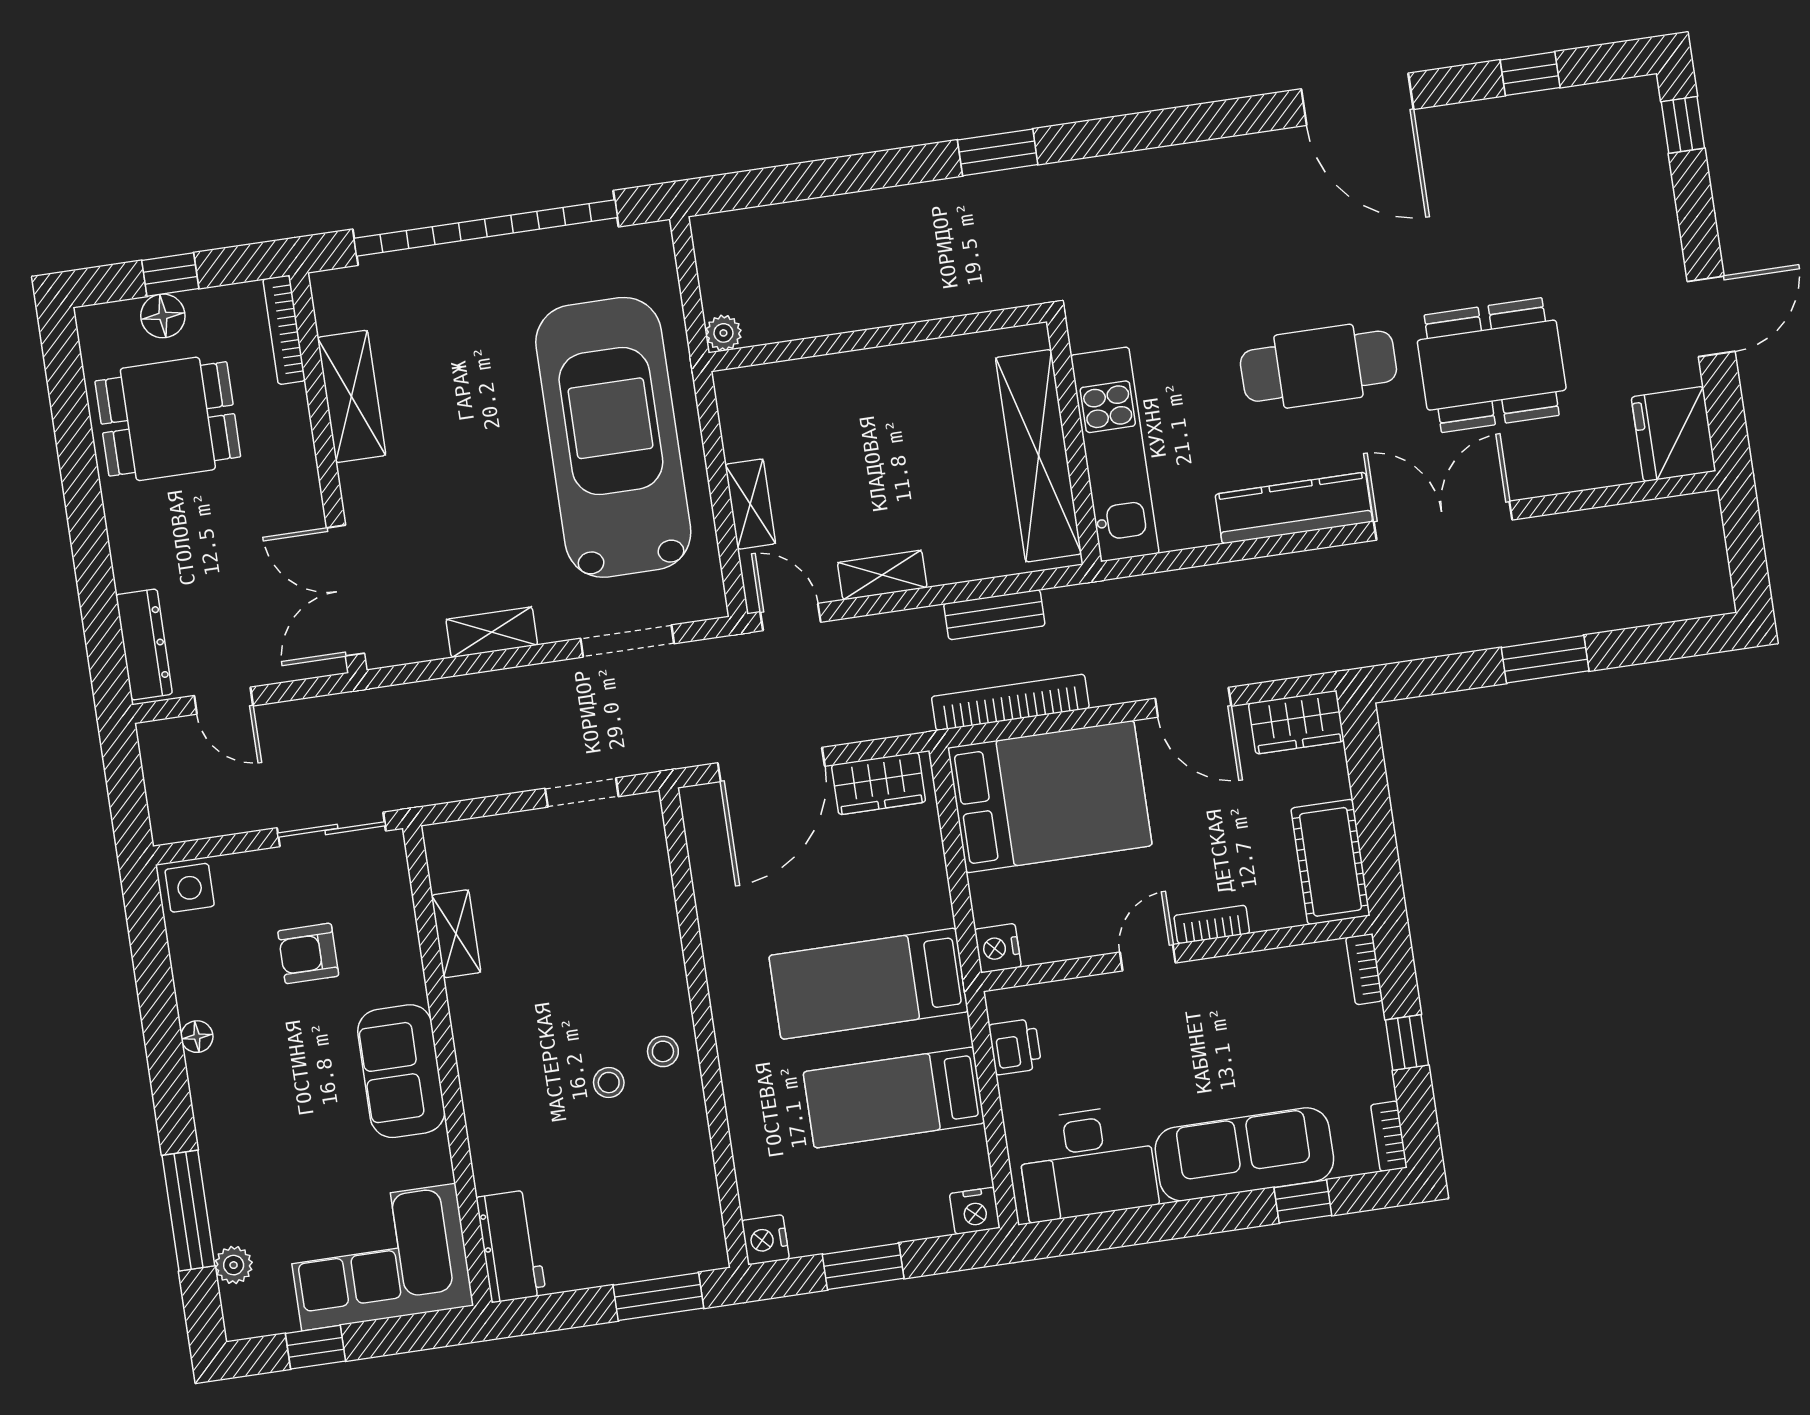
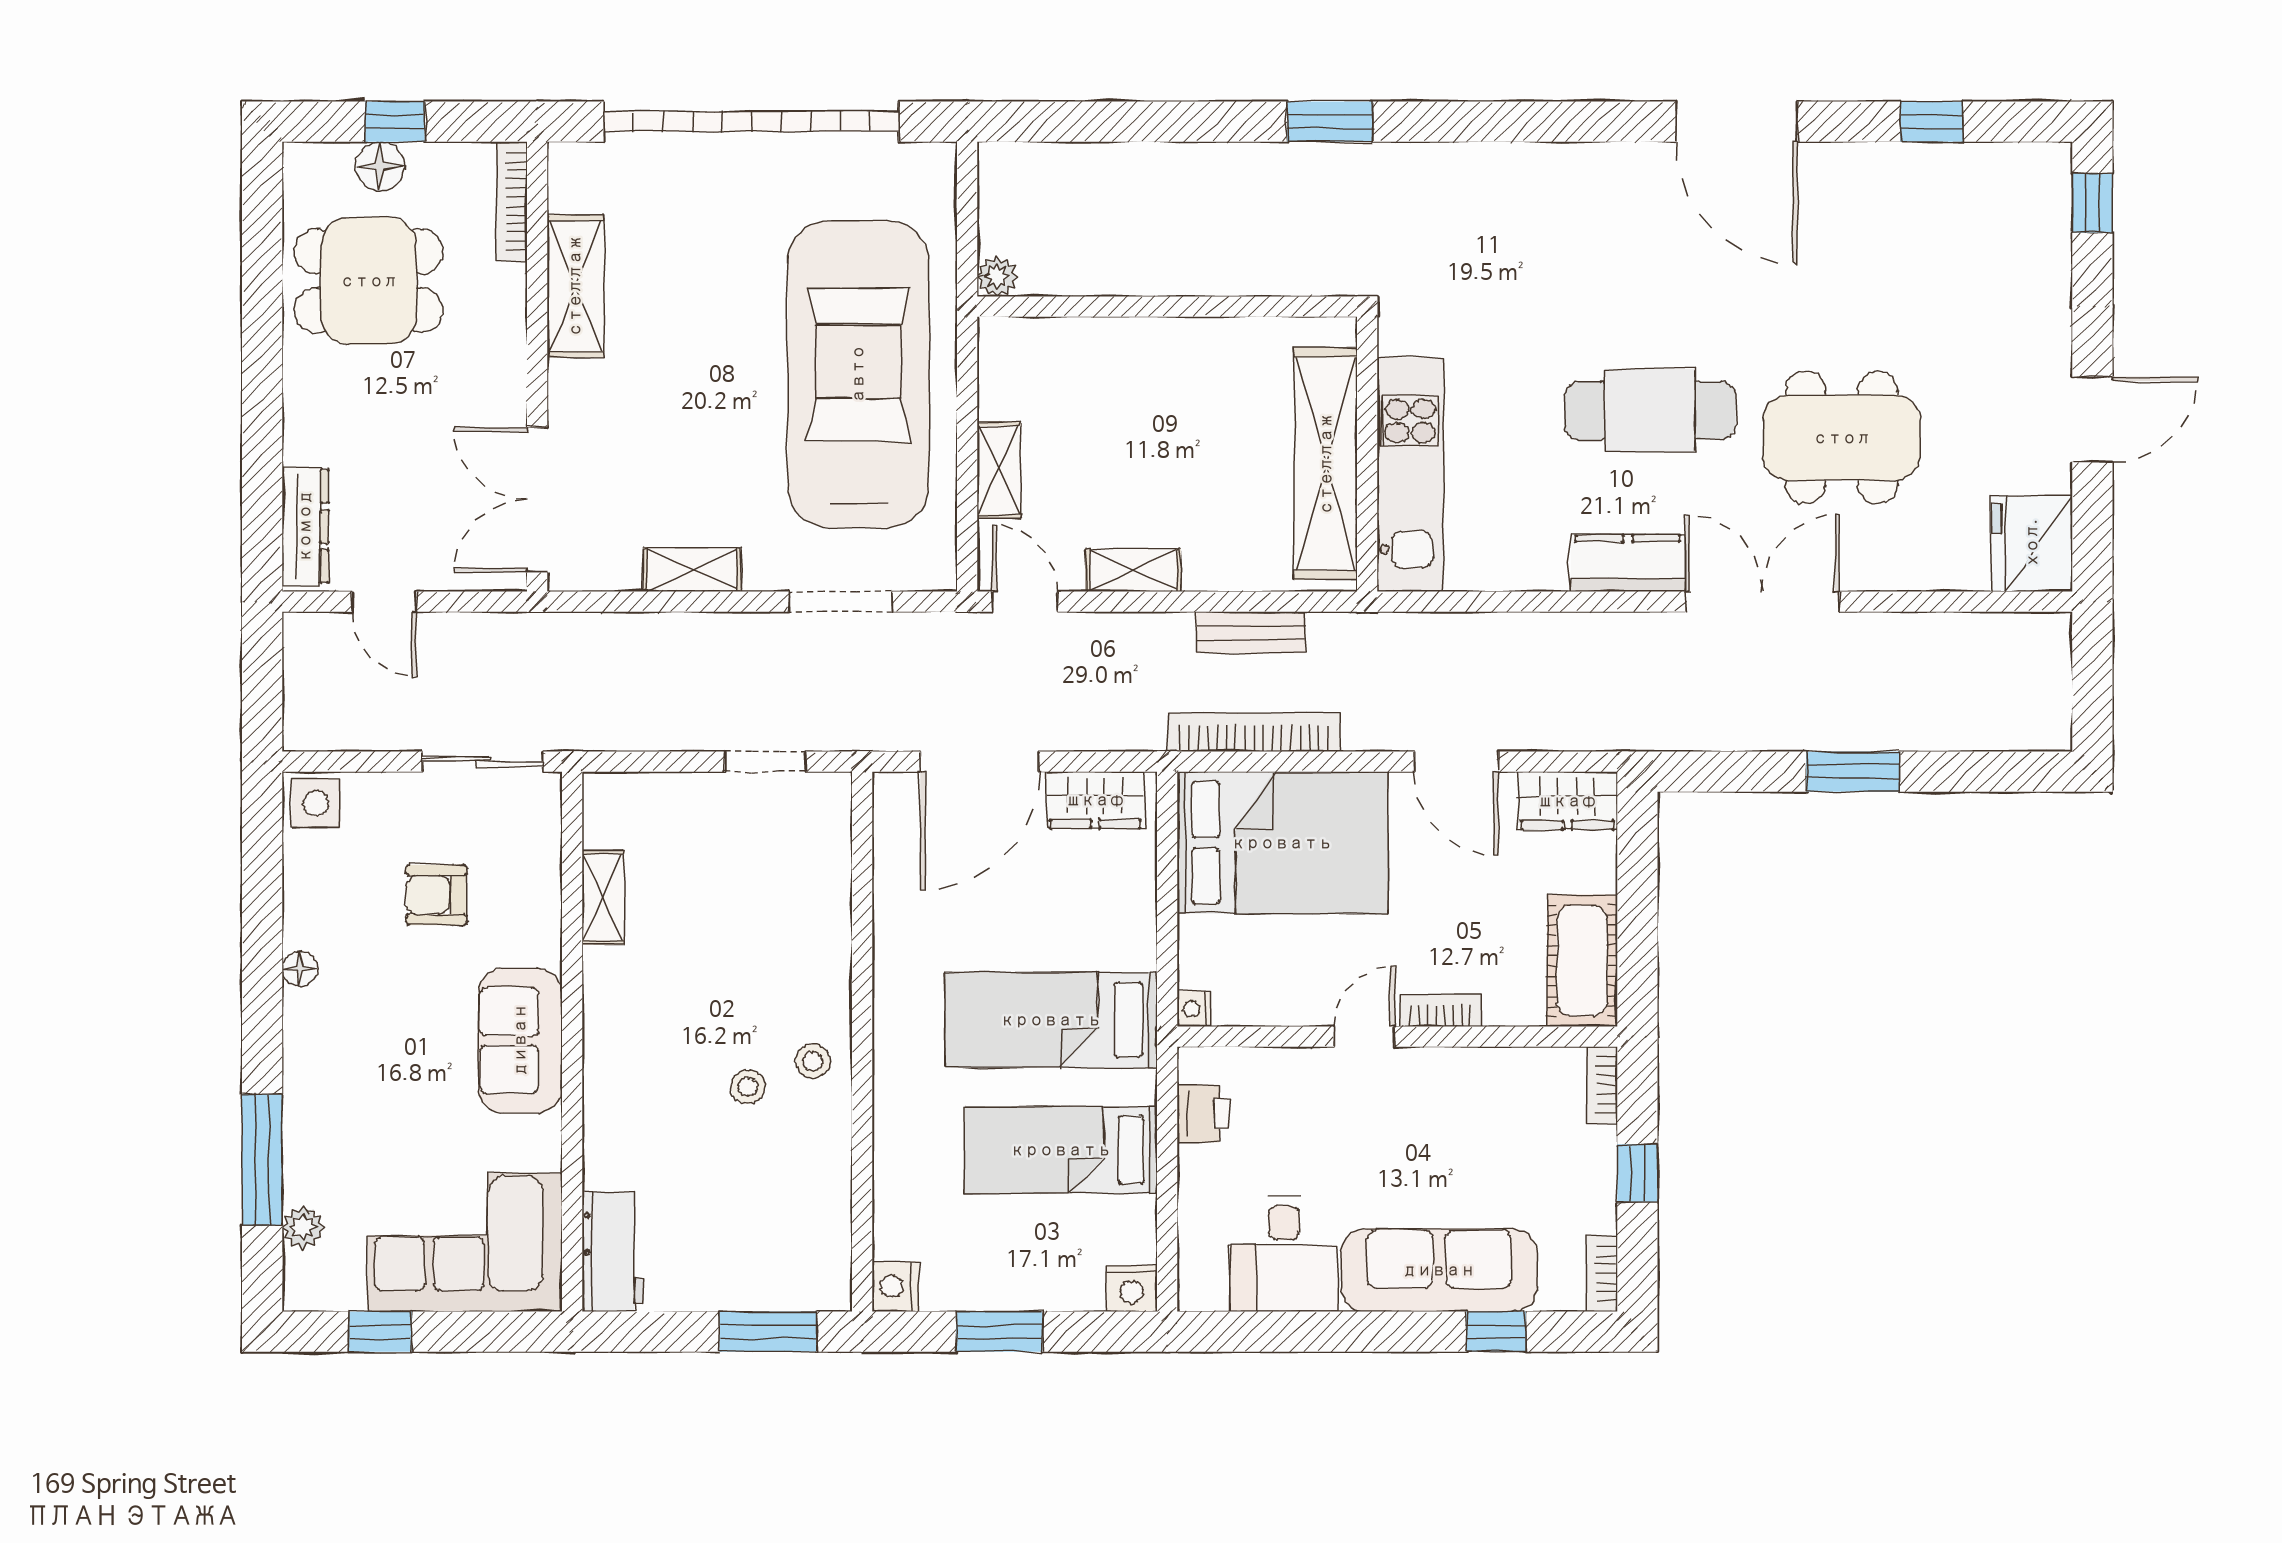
kitchen counter: (1294, 508) -> (1628, 563), width x0.67
nightstand: (998, 948) -> (1194, 1009), width x0.72, depth x0.74
desk: (1087, 1163) -> (1284, 1254), width x0.73

